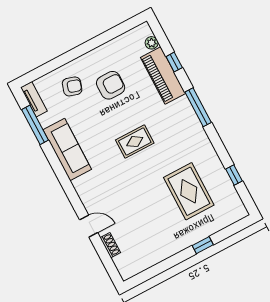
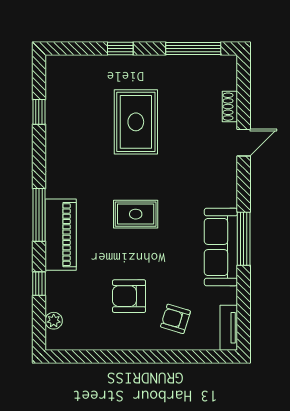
piano: (163, 75) -> (61, 235), moved
window: (35, 125) -> (244, 239), moved
rug: (189, 191) -> (136, 122), moved
door: (89, 226) -> (244, 143), swing flipped
window: (155, 271) -> (193, 48), added

